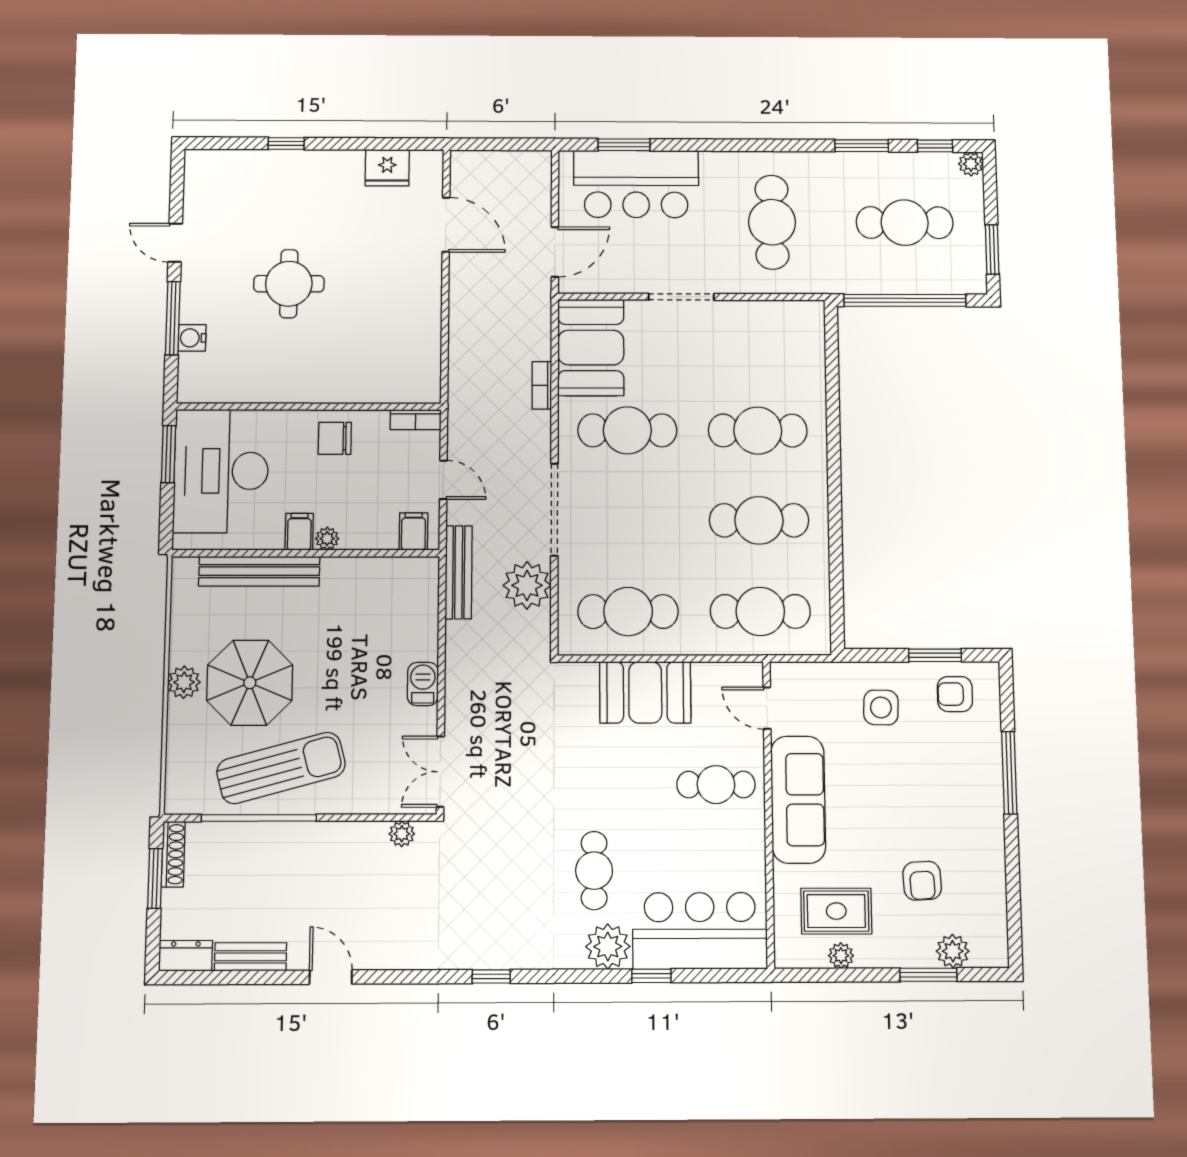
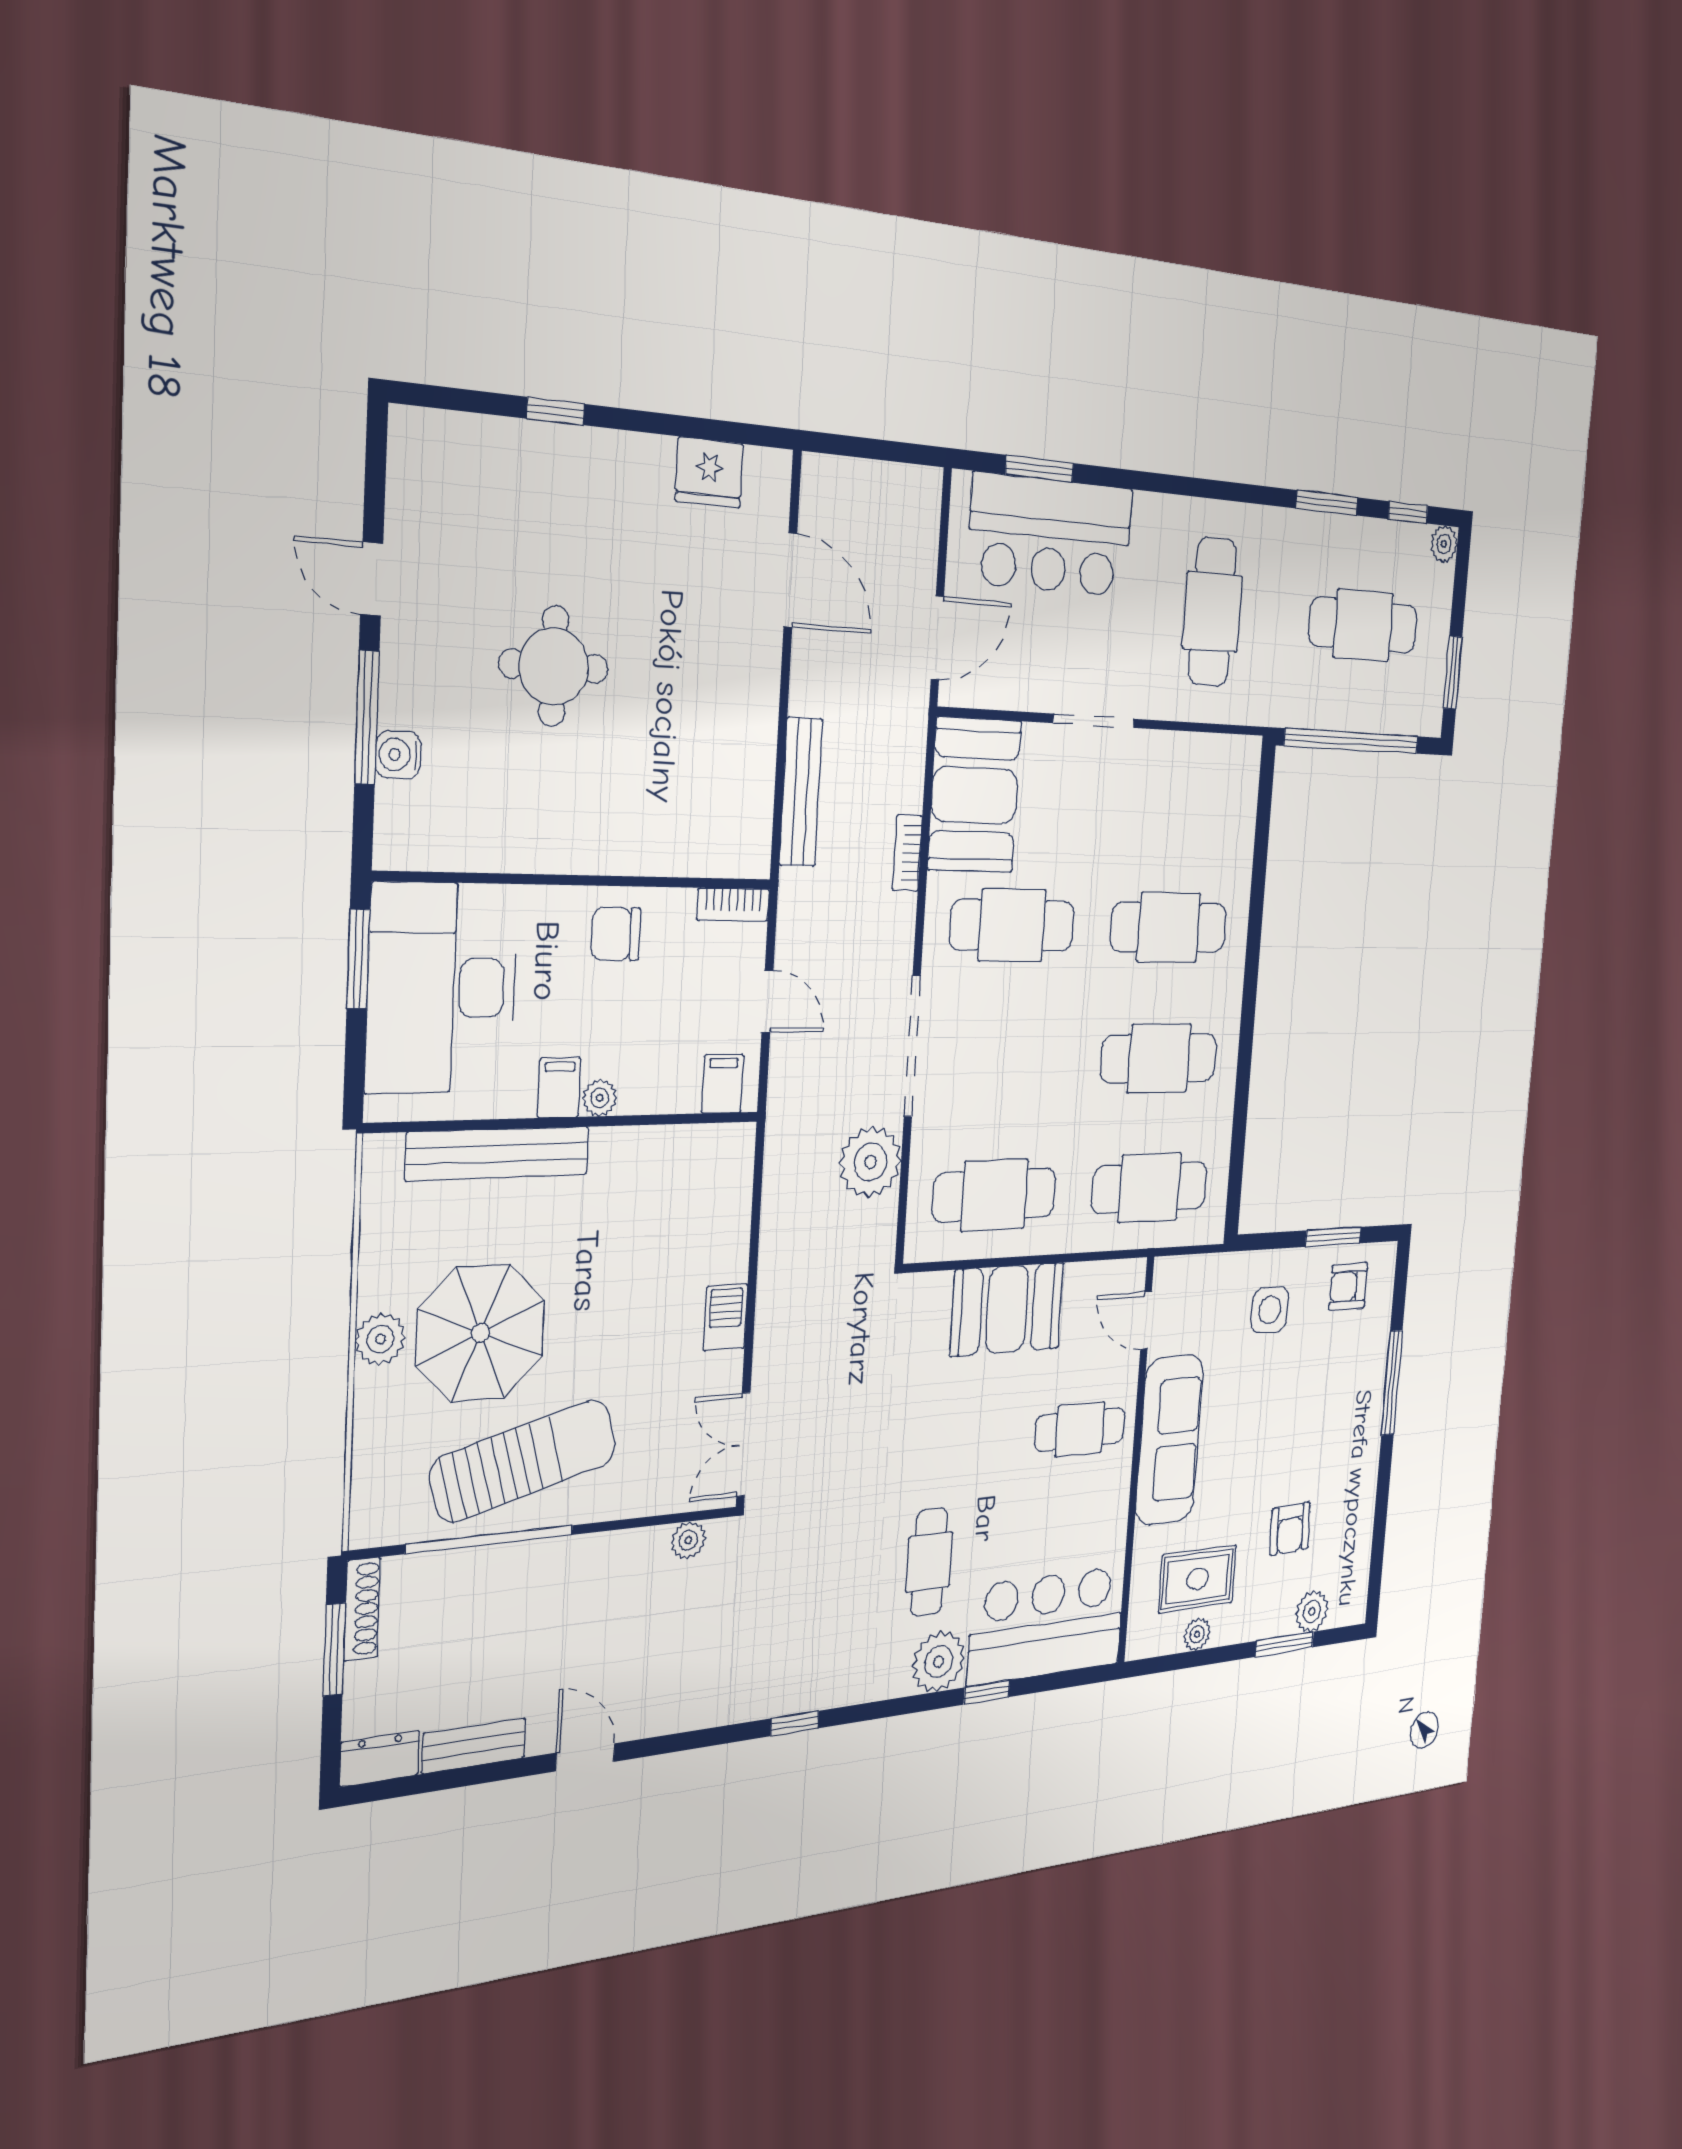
bench: (459, 572) -> (801, 792), moved

